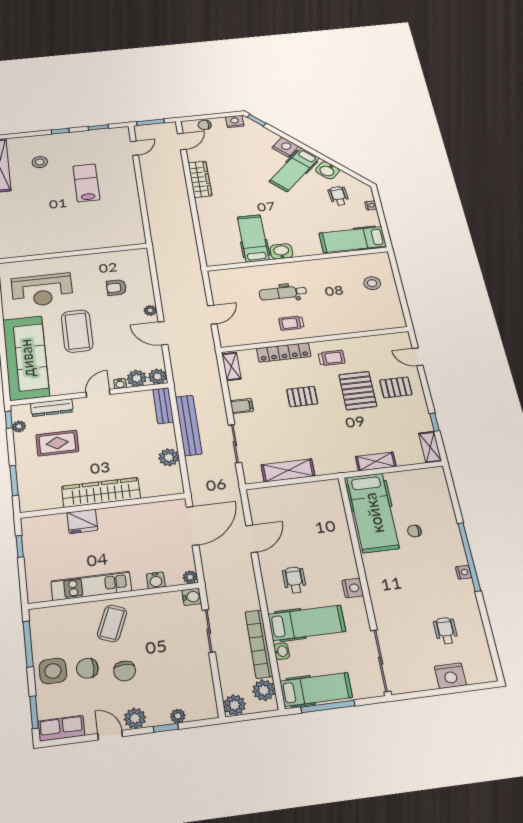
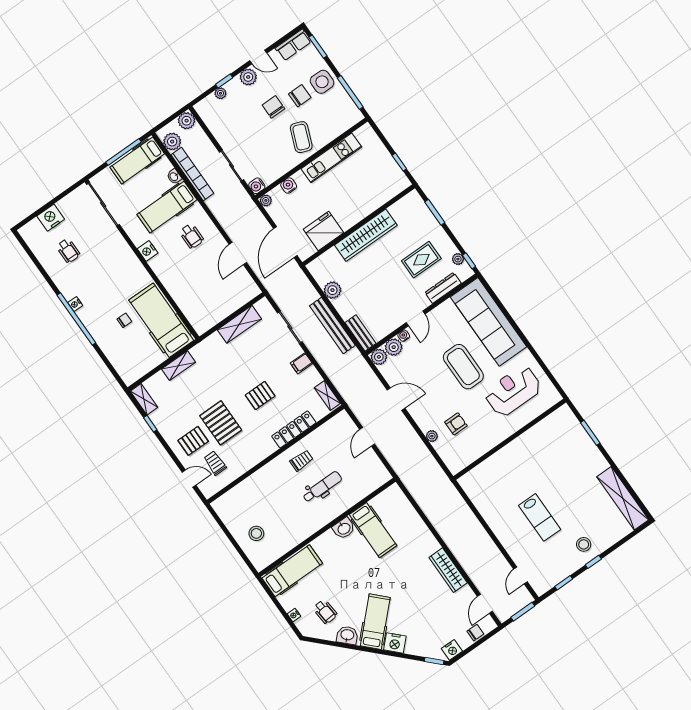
stool: (40, 162) -> (584, 544), moved
plant: (150, 310) -> (432, 436), moved
trolley: (332, 358) -> (215, 463), moved, turned 90
fridge: (82, 521) -> (324, 231), moved, width x1.36, depth x1.34

